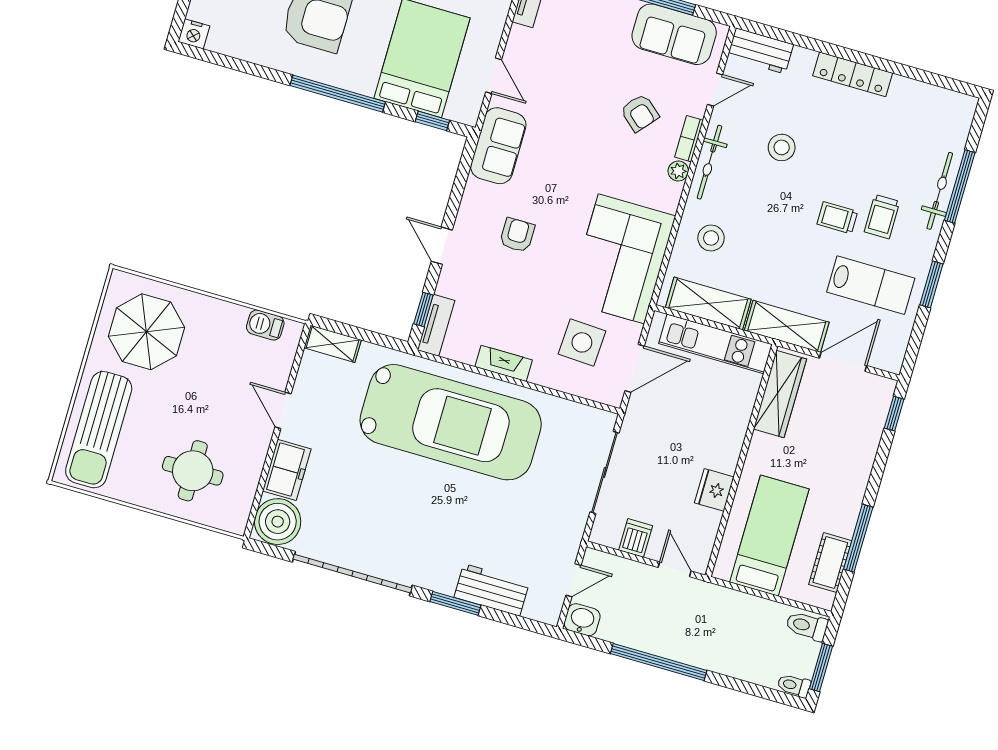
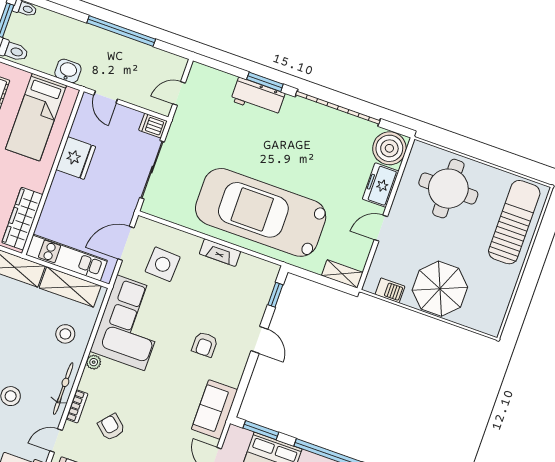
window: (432, 121) -> (261, 430), width x1.50
plant: (678, 171) -> (94, 362), moved
tv unit: (436, 325) -> (267, 283), removed
parasol: (146, 332) -> (440, 289), moved
door: (283, 410) -> (381, 228), swing flipped
round table: (193, 471) -> (448, 189), width x1.36, depth x1.36
fridge: (714, 490) -> (76, 158), width x1.36, depth x1.34
dishwasher: (636, 538) -> (153, 126), moved, turned 90
workbench: (492, 590) -> (258, 97), moved
washbasin: (582, 620) -> (68, 71), moved, turned 180

